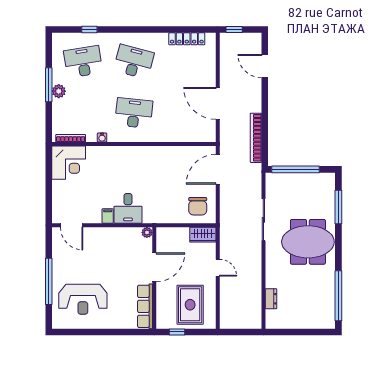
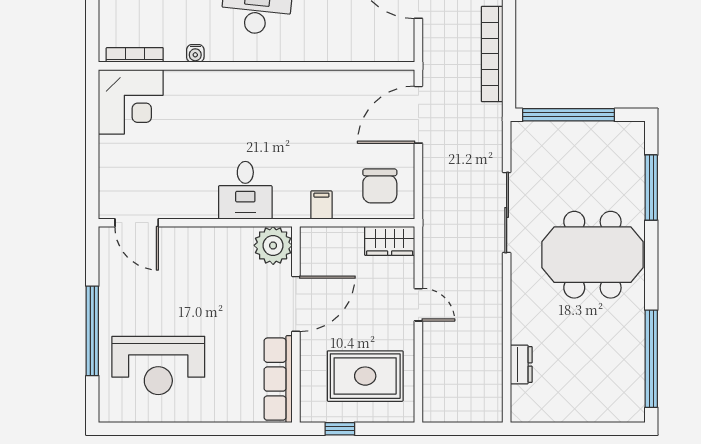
filing cabinet: (108, 216) -> (321, 205), moved
plant: (147, 232) -> (273, 245), width x1.88, depth x1.88
rug: (190, 305) -> (365, 376), turned 90

